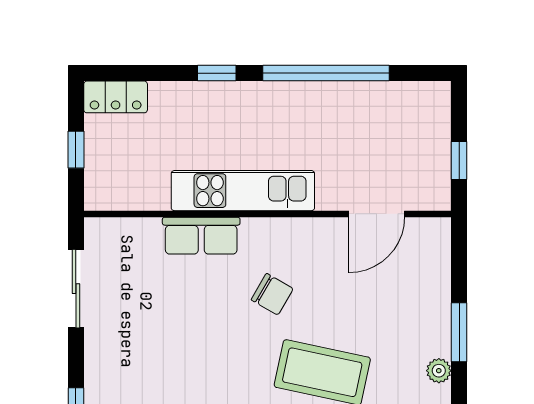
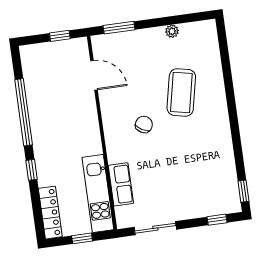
locker: (116, 97) -> (50, 213), width x1.53
kitchen unit: (243, 191) -> (98, 194), moved
row of seats: (201, 236) -> (121, 184), moved
window: (459, 332) -> (119, 28), moved

